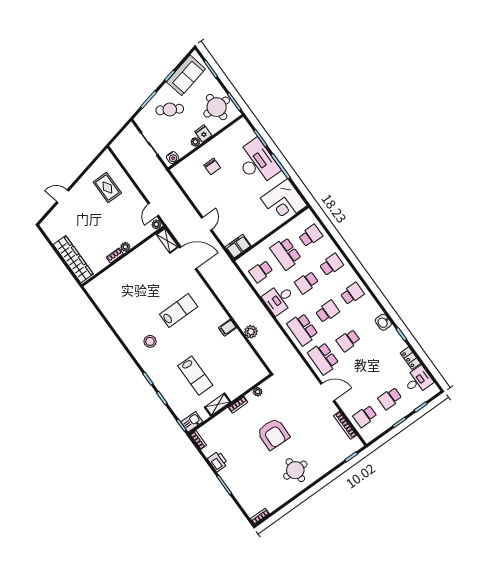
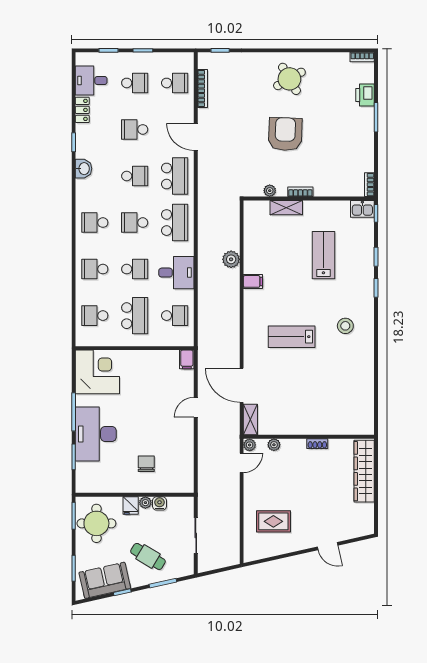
water cooler: (173, 158) -> (160, 503), moved
rug: (107, 187) -> (273, 521), turned 90
filing cabinet: (238, 246) -> (187, 359), width x0.50
plant: (125, 247) -> (274, 445), moved
school desk: (369, 369) -> (135, 129), added
shelving: (218, 405) -> (286, 208), moved
printer: (218, 461) -> (365, 95), moved
round table: (295, 470) -> (289, 79), turned -30

